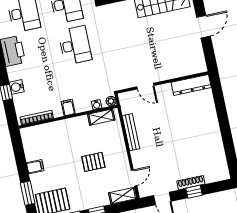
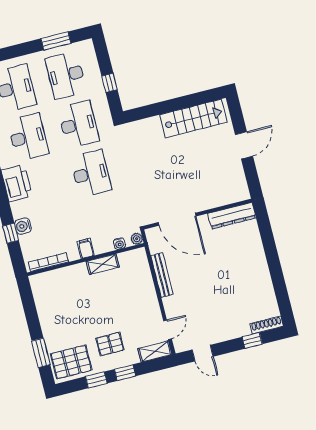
door: (145, 86) -> (177, 219), width x1.87
shelving: (101, 117) -> (103, 264), moved
pallet: (93, 162) -> (110, 344), moved
filing cabinet: (35, 167) -> (49, 321), removed
shoe rack: (191, 183) -> (267, 325), moved
window: (194, 192) -> (252, 340), moved

